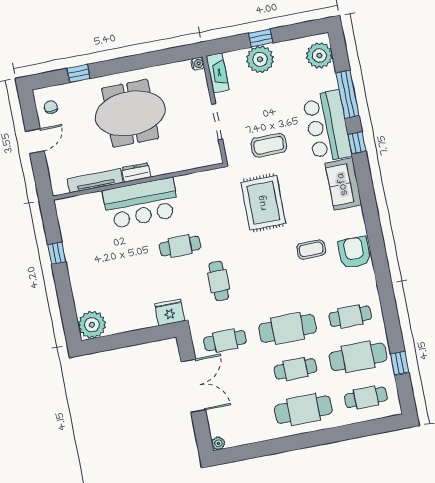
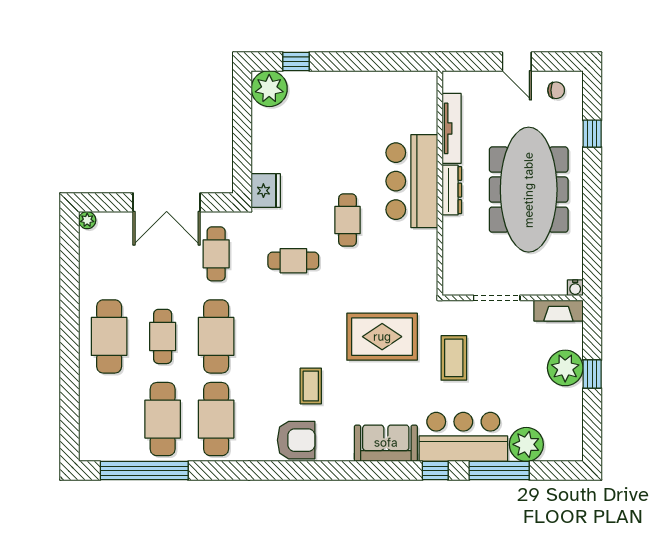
plant: (319, 55) -> (526, 444), moved
meeting table: (130, 113) -> (529, 190), width x1.36
dresser: (136, 173) -> (452, 190), width x1.44
window: (57, 253) -> (296, 61), moved
cafe table: (350, 316) -> (216, 419), width x1.37, depth x1.35
window: (400, 363) -> (144, 471), width x3.17
cafe table: (366, 397) -> (109, 419), removed

